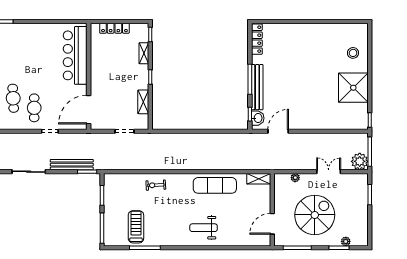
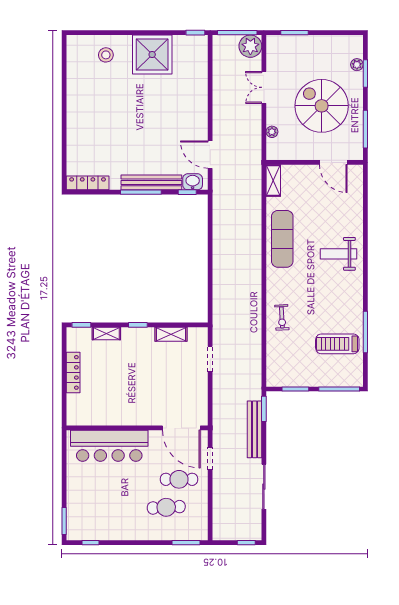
bar counter: (75, 55) -> (109, 446), moved
wall: (89, 76) -> (137, 428), moved
door: (89, 110) -> (181, 428), moved
weight bench: (204, 228) -> (339, 254), turned 90

